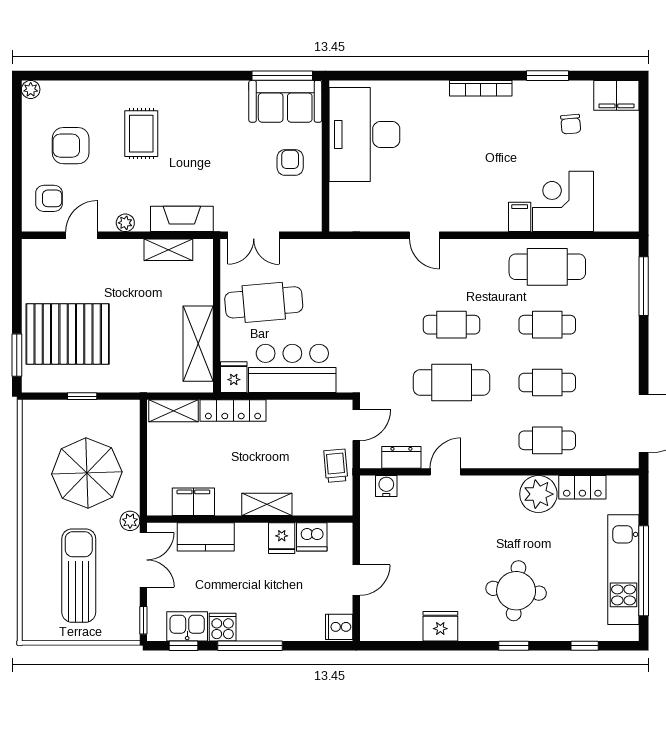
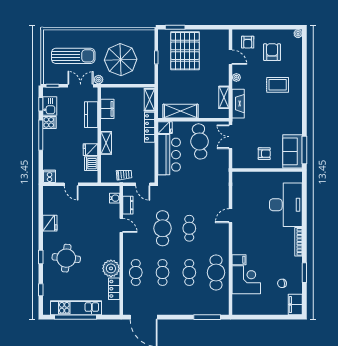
desk: (364, 134) -> (286, 205), moved, turned 90
double door: (143, 560) -> (81, 86), swing flipped

